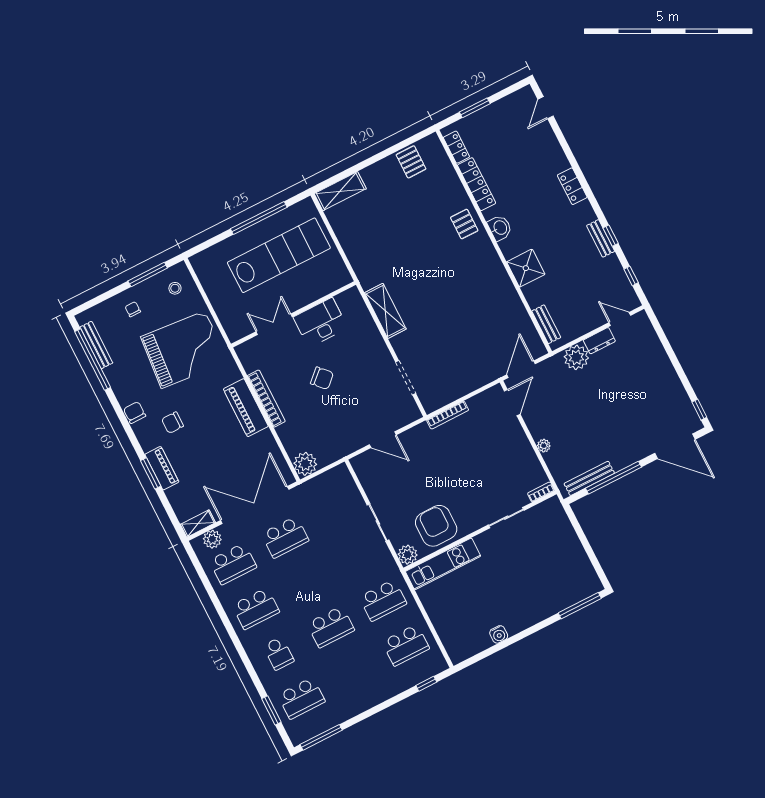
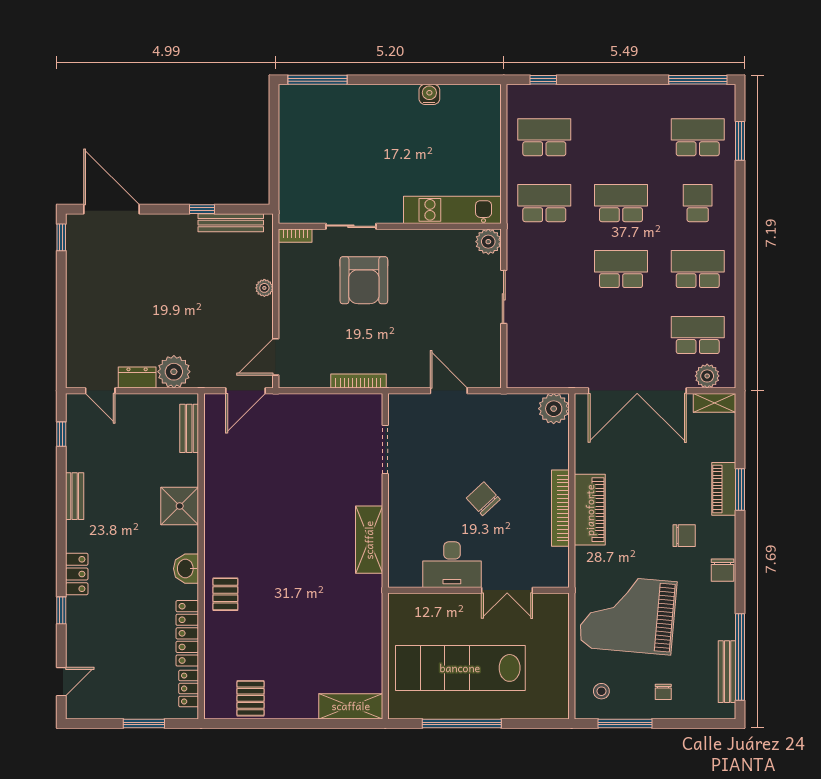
window: (611, 236) -> (61, 610), moved
window: (613, 478) -> (202, 209), width x0.32
armchair: (436, 526) -> (364, 280), moved
school desk: (285, 537) -> (621, 269), moved

